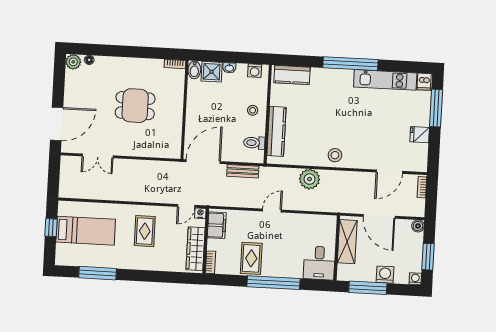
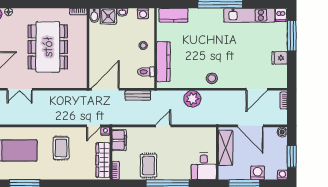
dining table: (135, 106) -> (48, 47), width x1.88, depth x1.24

